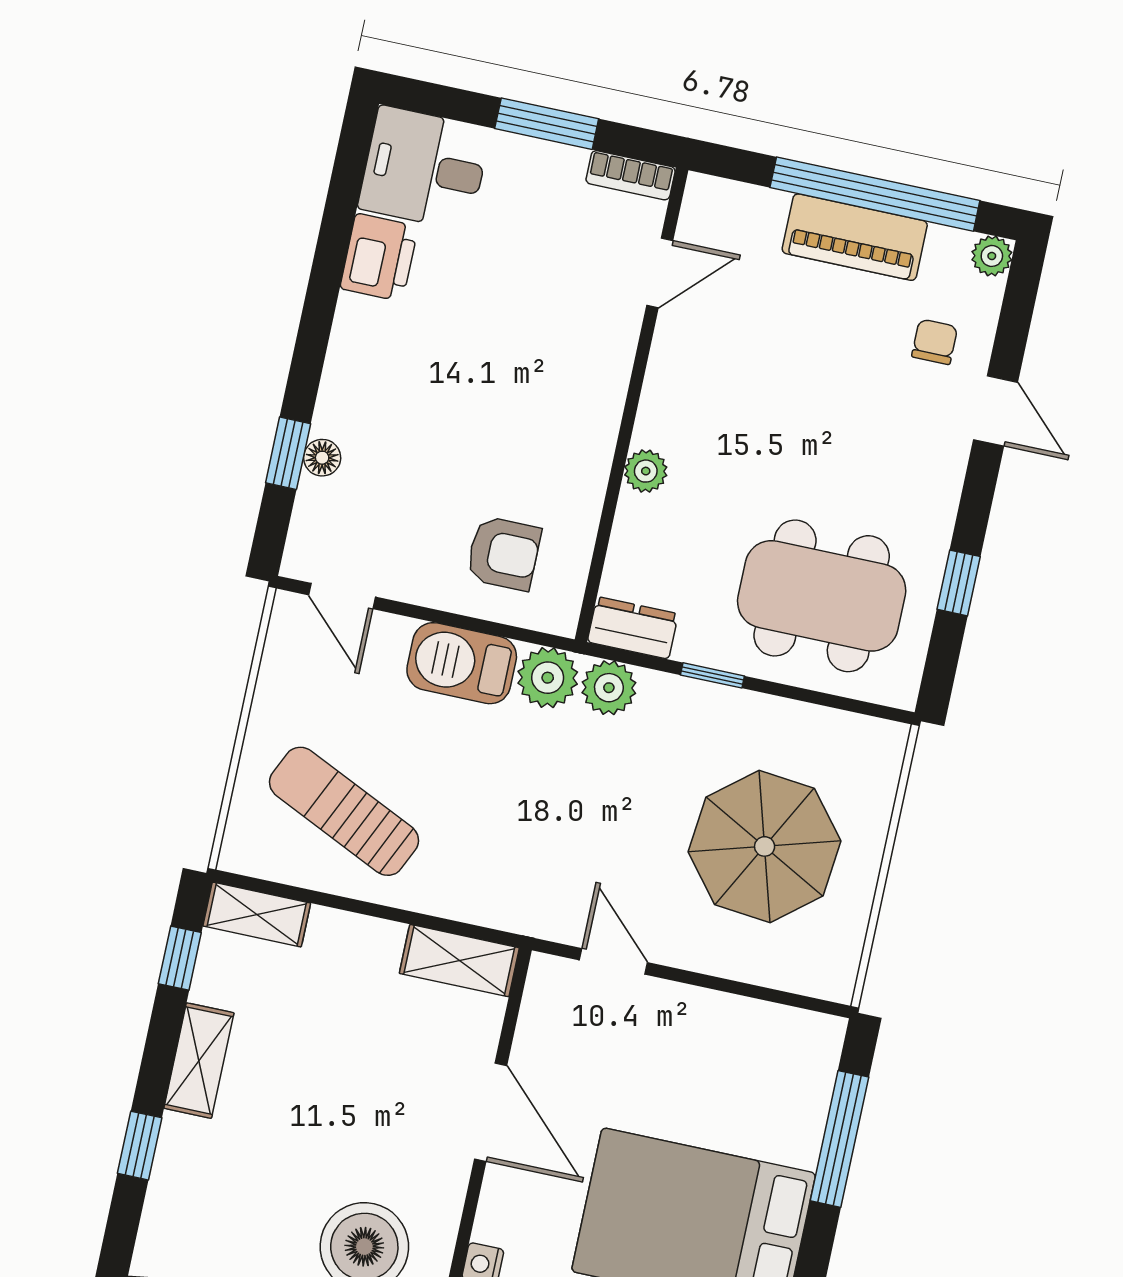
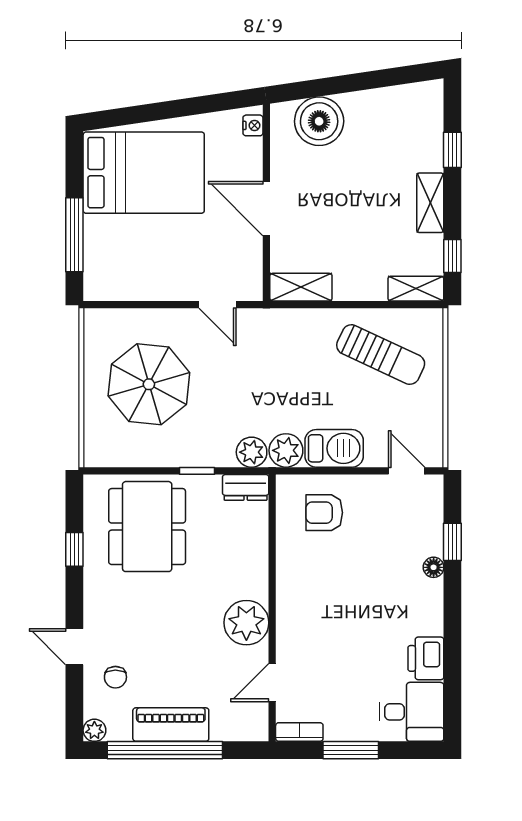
floor lamp: (322, 458) -> (434, 567), moved
plant: (646, 471) -> (246, 623), moved, width x1.87, depth x1.87
dining table: (822, 596) -> (147, 527), turned 90

